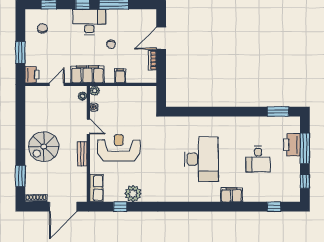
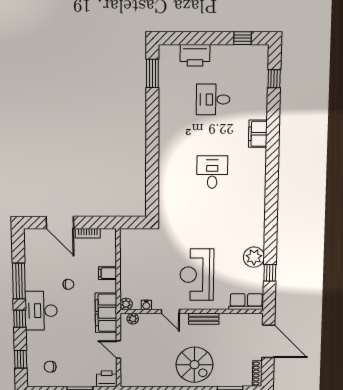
door: (88, 127) -> (170, 311), swing flipped
window: (305, 148) -> (200, 38), removed
desk: (201, 159) -> (212, 172), width x0.53, depth x0.77
desk: (258, 159) -> (213, 99), turned 180

